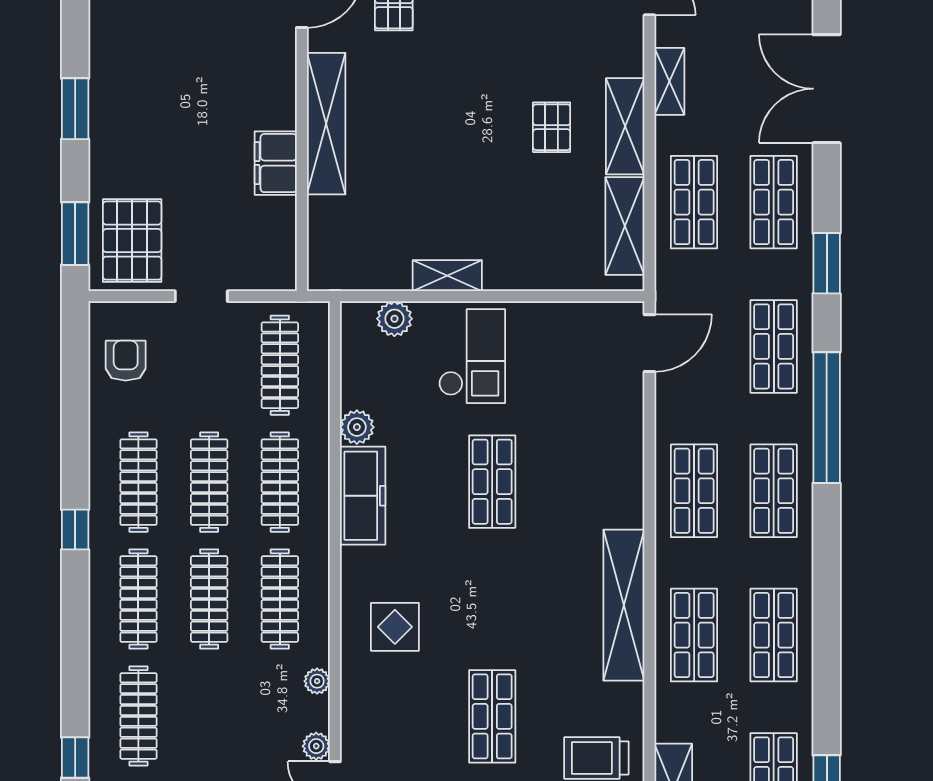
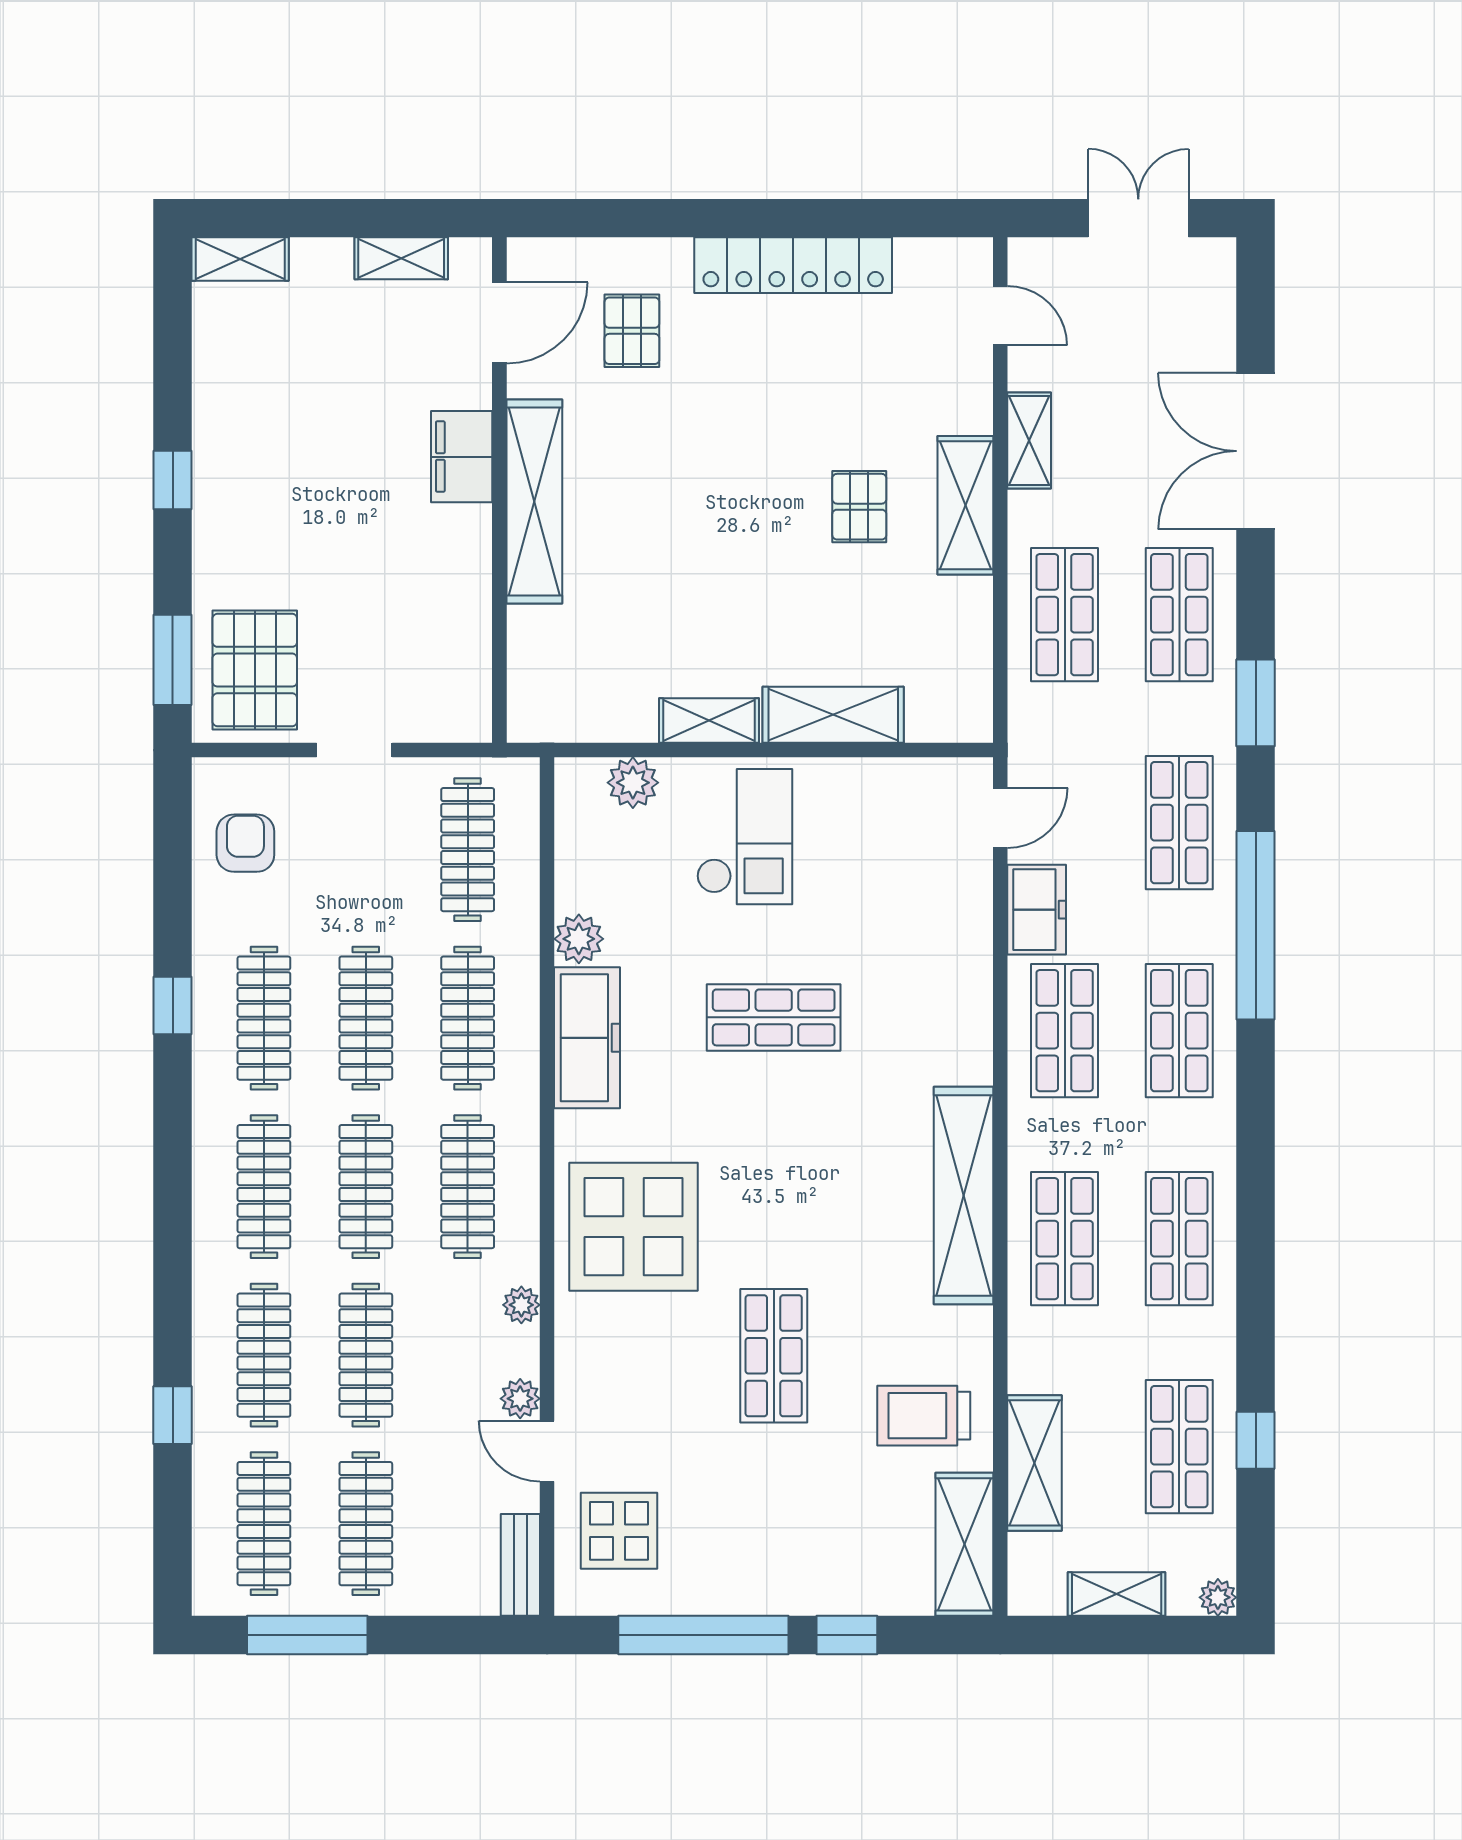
window: (75, 109) -> (173, 480), width x0.67
filing cabinet: (276, 163) -> (462, 457), moved
shelving: (625, 226) -> (833, 715), moved, turned 90
door: (649, 343) -> (1000, 818), width x0.73
freezer: (675, 407) -> (1037, 910), added
shop shelf: (492, 482) -> (774, 1017), turned 90
window: (75, 530) -> (173, 1005), moved
display table: (395, 627) -> (633, 1227), width x1.86, depth x1.86
clothes rail: (209, 716) -> (366, 1355), added

